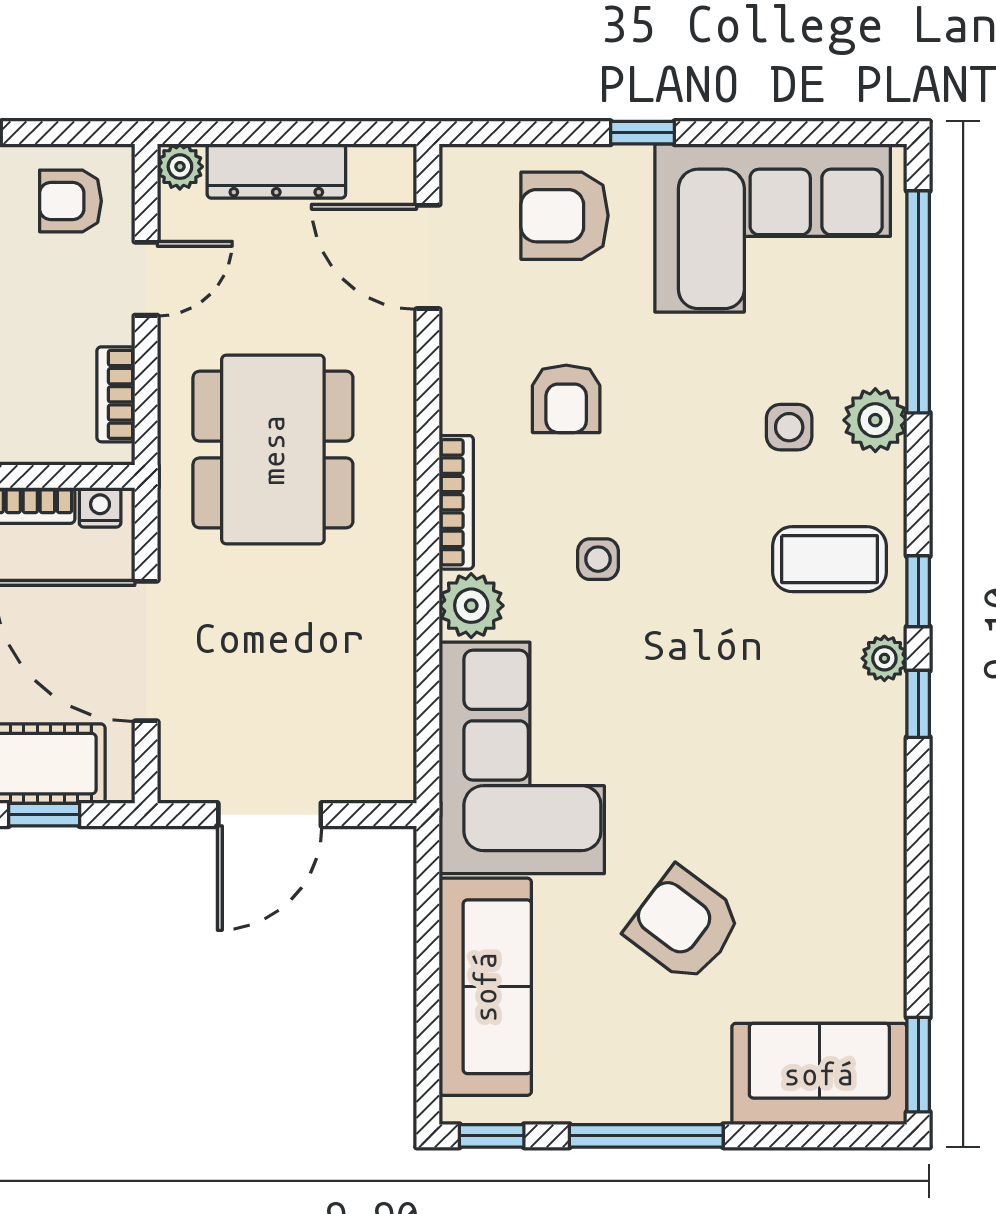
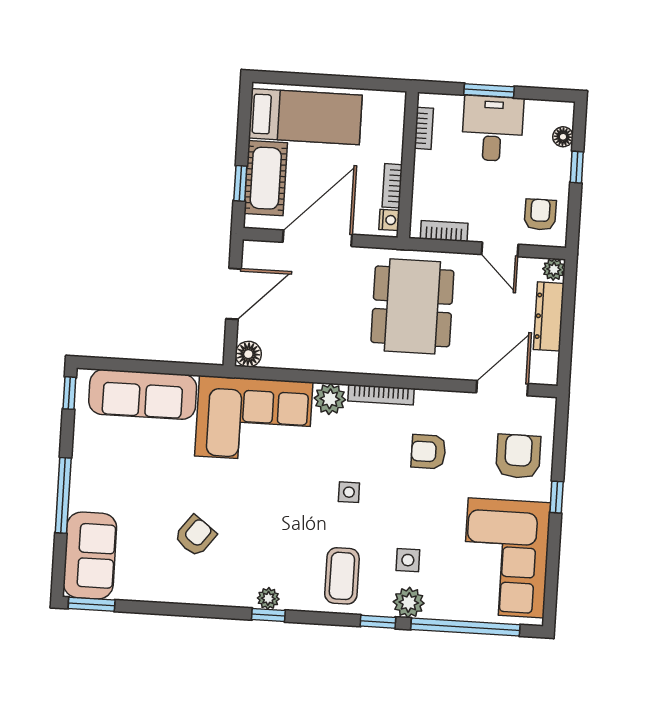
dining table: (273, 450) -> (412, 306), turned 90
side table: (598, 559) -> (349, 492), moved
window: (918, 591) -> (378, 622), moved
plant: (884, 658) -> (268, 598), moved
floor lamp: (390, 777) -> (248, 354), added
door: (270, 815) -> (234, 294), swing flipped
armchair: (684, 925) -> (195, 536), moved, width x0.72, depth x0.72
window: (646, 1136) -> (63, 495), moved

